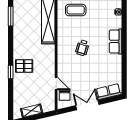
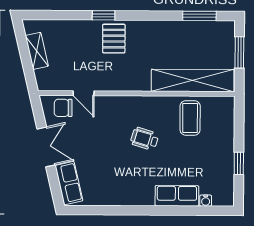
coffee table: (76, 10) -> (190, 118), moved
row of seats: (116, 41) -> (177, 196), moved
door: (56, 83) -> (84, 93), hinge flipped

